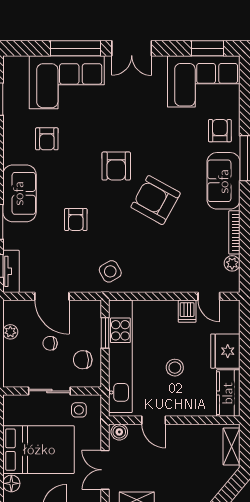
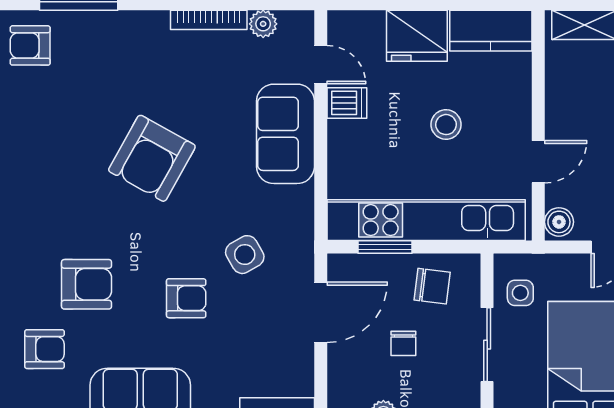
armchair: (116, 166) -> (87, 284), moved
sofa: (224, 181) -> (285, 134), moved, turned 90
side table: (110, 271) -> (245, 255), moved
door: (52, 296) -> (321, 312), moved
door: (209, 296) -> (321, 65), hinge flipped
chair: (83, 360) -> (432, 286), turned -81

